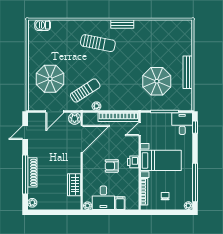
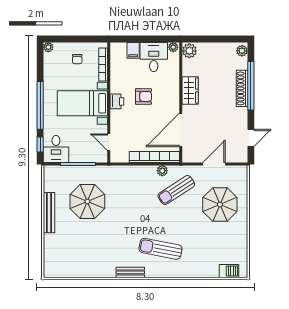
bookcase: (118, 117) -> (154, 157), moved
plant: (75, 118) -> (189, 51), moved
door: (140, 129) -> (109, 142), swing flipped
window: (195, 182) -> (40, 105), moved
wardrobe: (74, 185) -> (190, 91), moved

